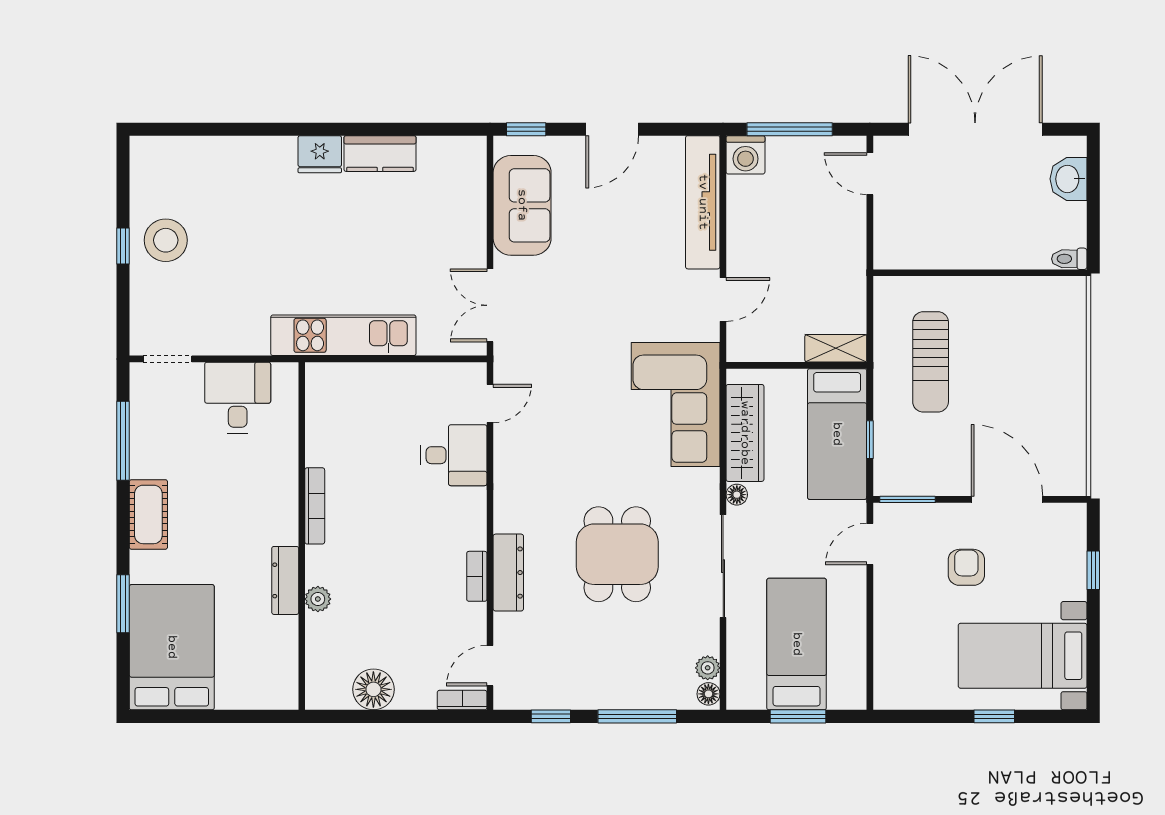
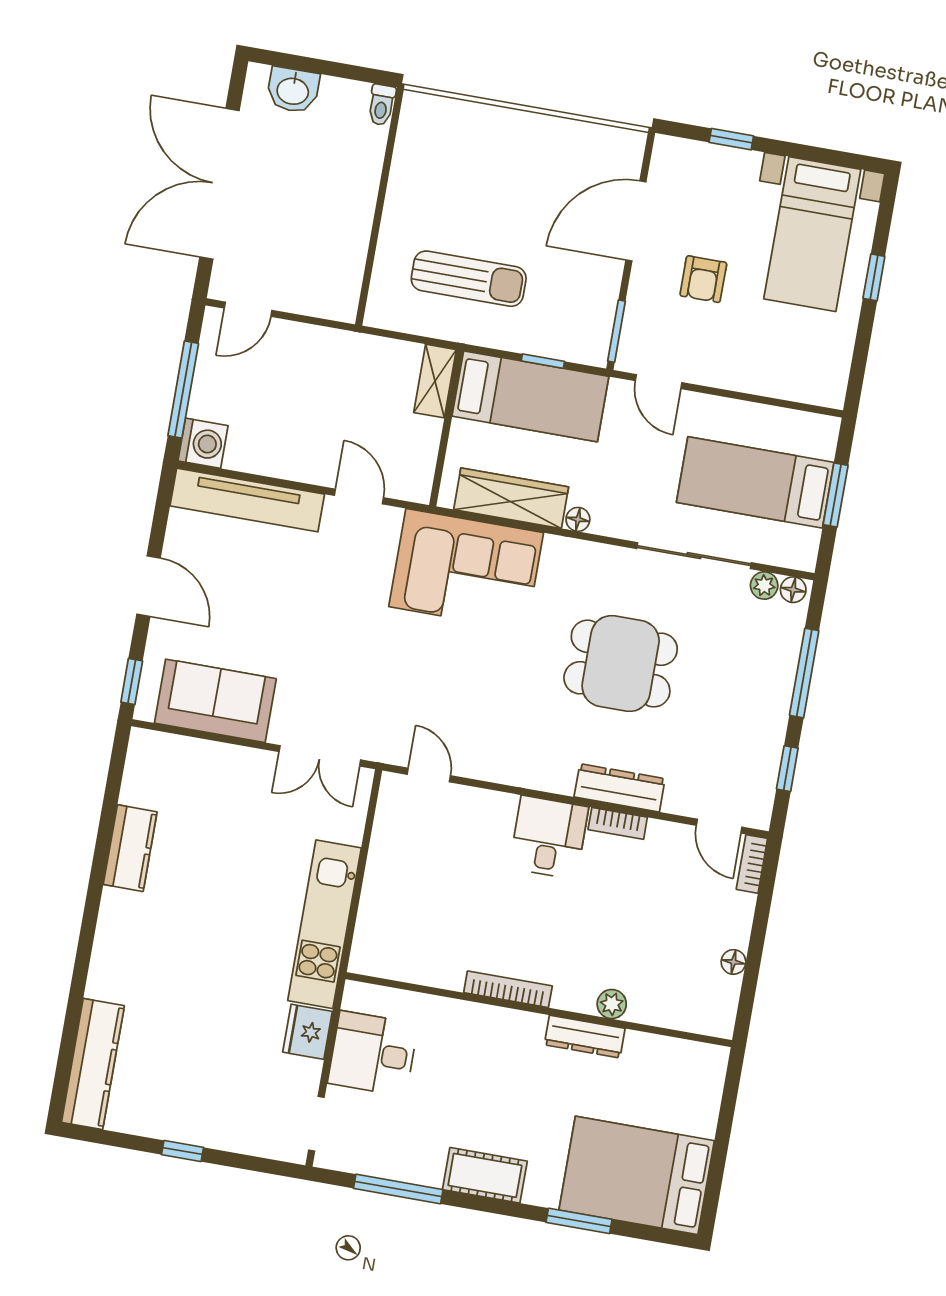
kitchen counter: (185, 154) -> (93, 1064), added
fridge: (320, 154) -> (308, 1032), moved, turned 180
stool: (166, 240) -> (184, 1102), removed
desk: (454, 455) -> (549, 837), moved
sliding door: (723, 566) -> (694, 556), moved
armchair: (966, 567) -> (703, 279), turned -90
floor lamp: (373, 689) -> (733, 962), width x0.53, depth x0.53

